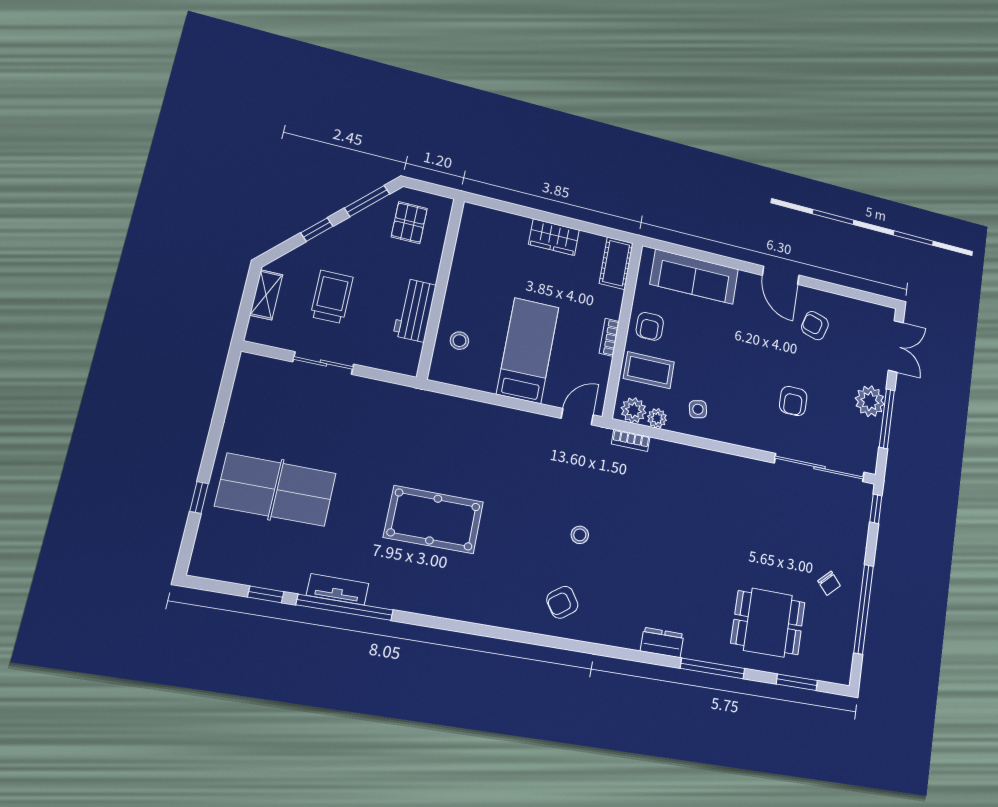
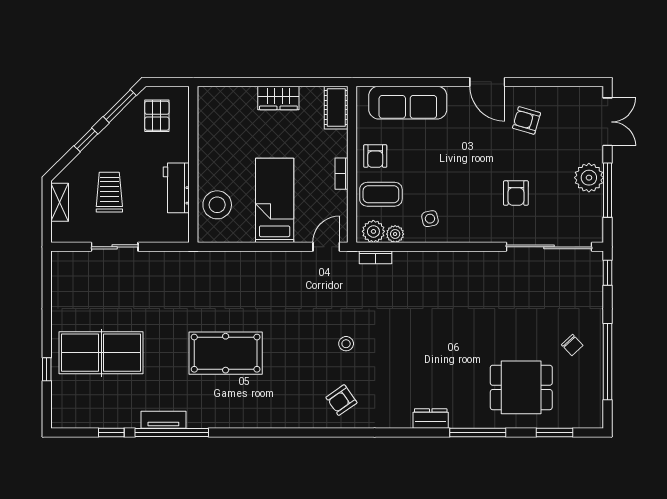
stool: (459, 341) -> (217, 205), width x1.89, depth x1.89

